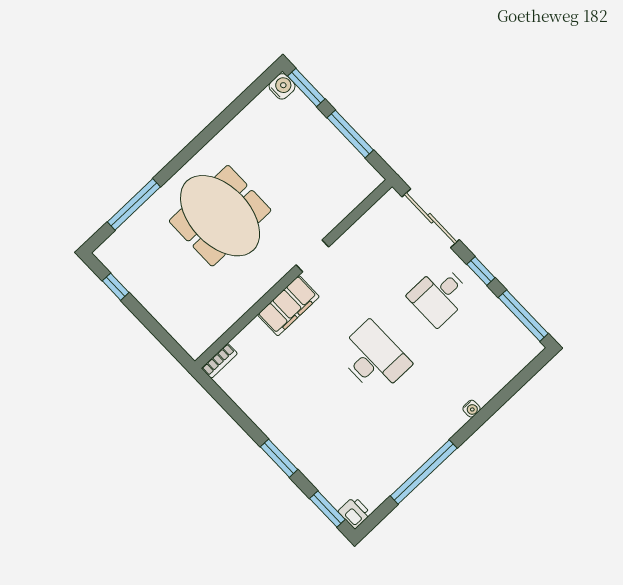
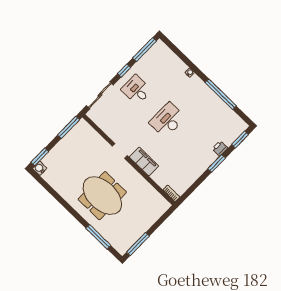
window: (350, 134) -> (69, 127), moved
meeting table: (220, 216) -> (102, 196), turned 90
window: (116, 287) -> (138, 244), width x2.17
desk: (439, 295) -> (136, 90), turned 180
printer: (355, 513) -> (220, 148), moved

